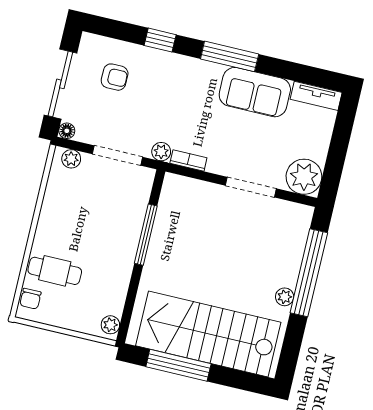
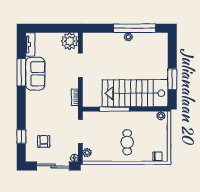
window: (160, 40) -> (21, 136), moved
window: (230, 56) -> (21, 72), moved
plant: (161, 152) -> (74, 111), removed
cafe table: (55, 271) -> (127, 142), moved
window: (309, 273) -> (135, 28), moved
stairs: (208, 334) -> (135, 93), moved, turned 90
window: (178, 365) -> (172, 79), width x0.69

